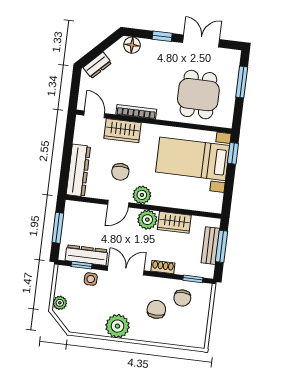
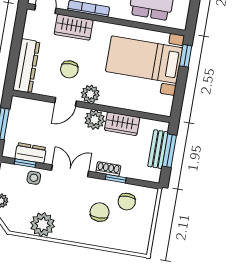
dresser: (86, 255) -> (31, 153), width x0.70
window: (193, 279) -> (116, 179), moved
plant: (117, 326) -> (43, 224), moved

